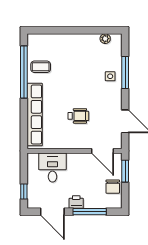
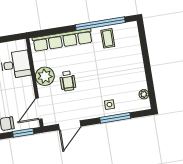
plant: (70, 139) -> (45, 76), added

